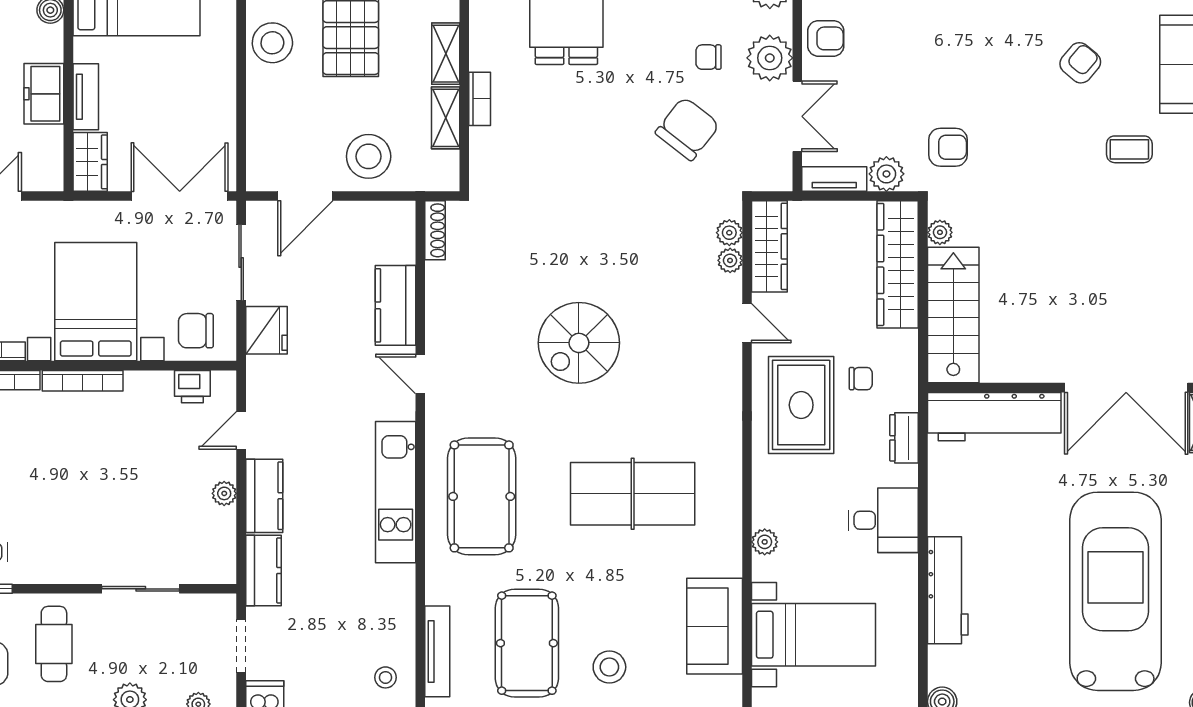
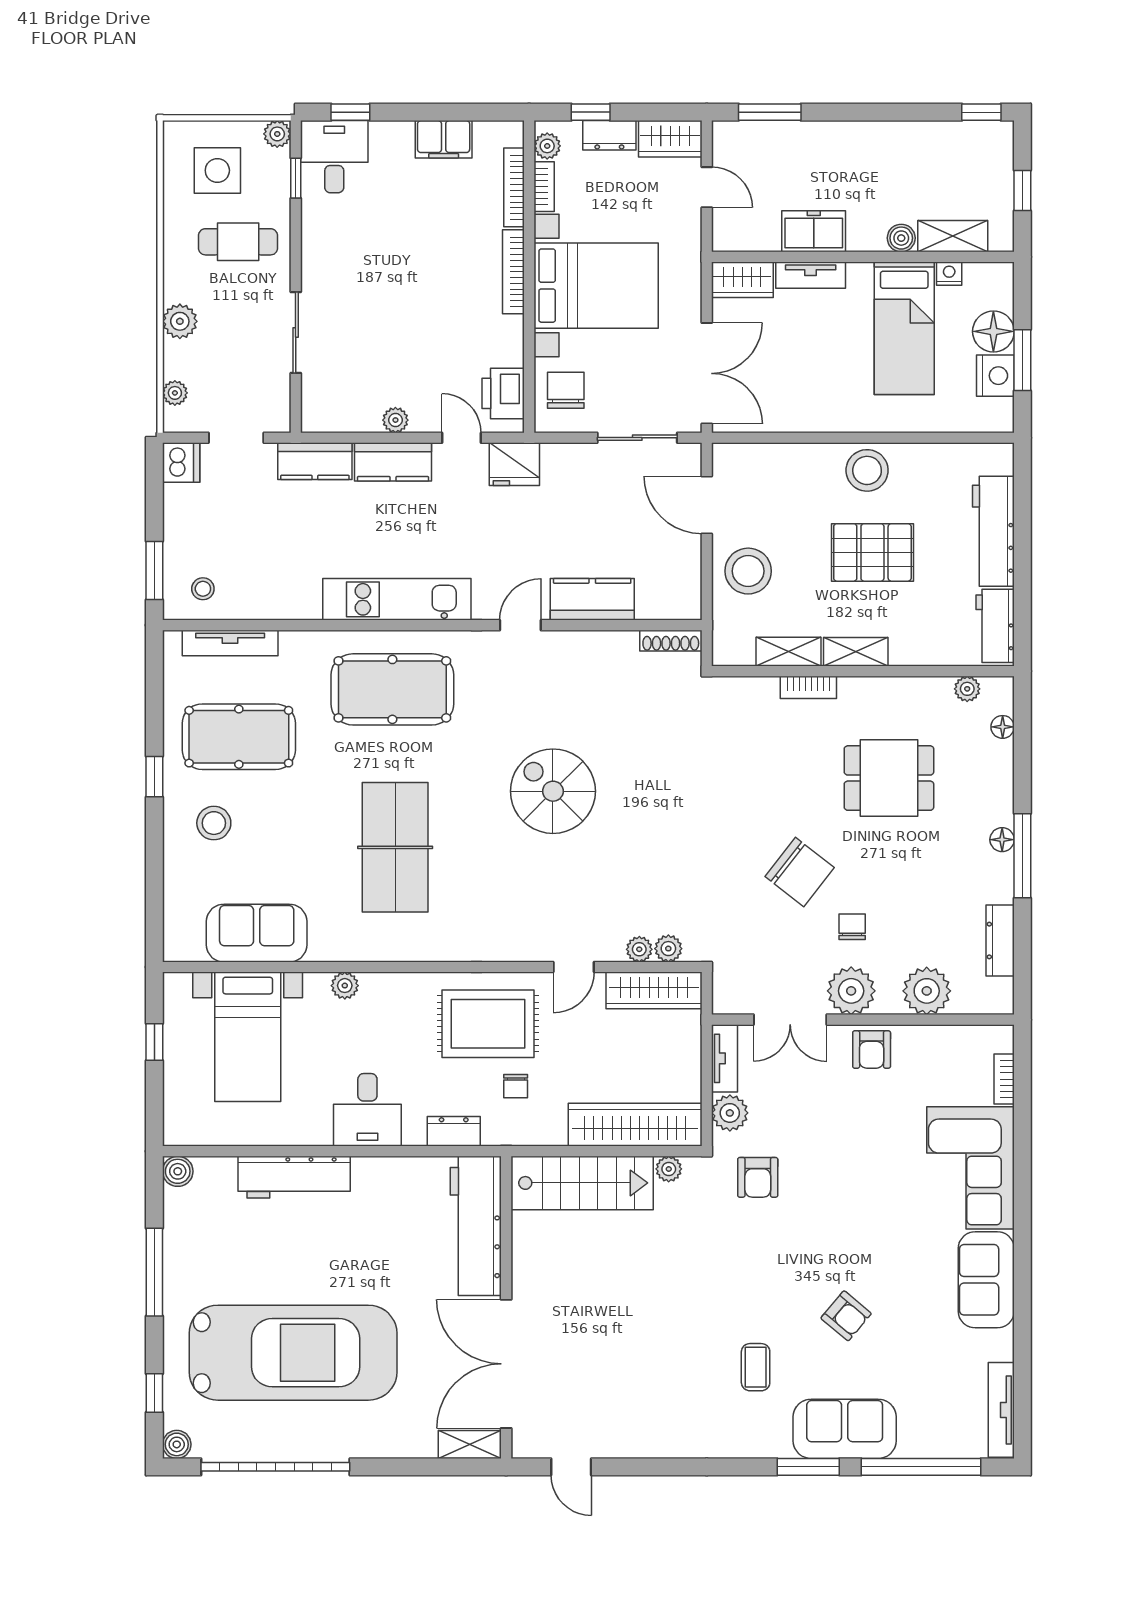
chair: (687, 129) -> (800, 872), moved
fridge: (266, 330) -> (514, 464), moved
printer: (192, 387) -> (503, 393), width x1.36, depth x1.24

